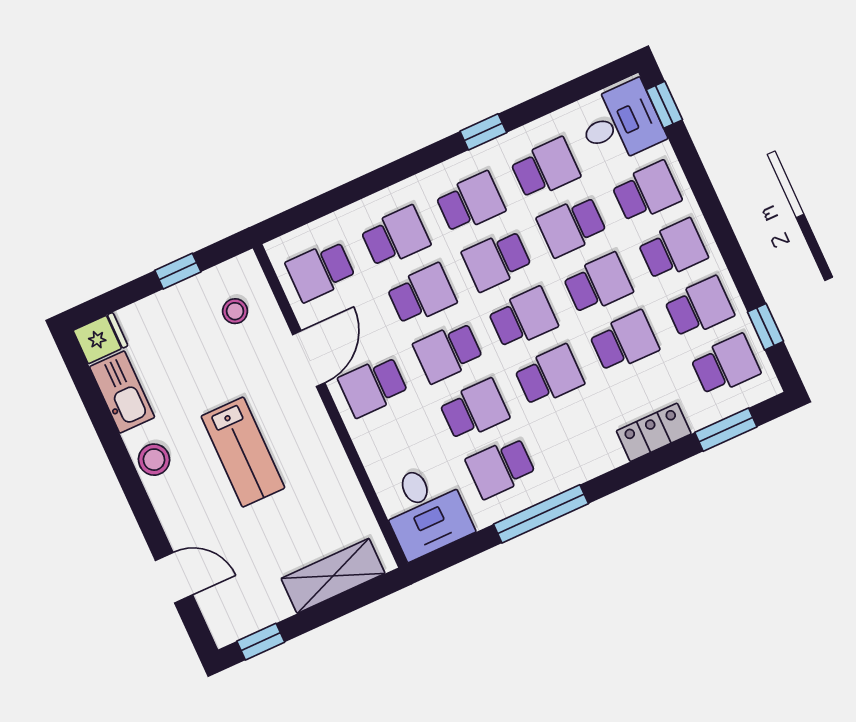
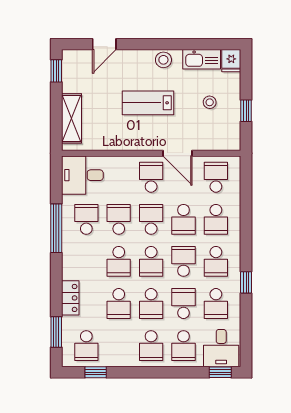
school desk: (699, 307) -> (119, 346), removed
stool: (235, 311) -> (210, 102), moved
school desk: (474, 410) -> (119, 219), turned 180

